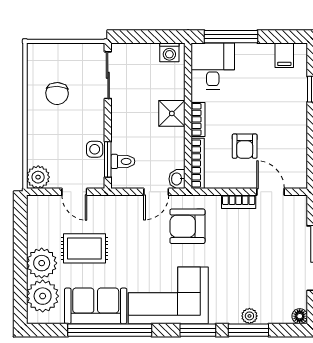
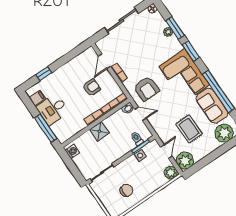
desk: (213, 66) -> (53, 109), moved
plant: (42, 263) -> (185, 161), moved

